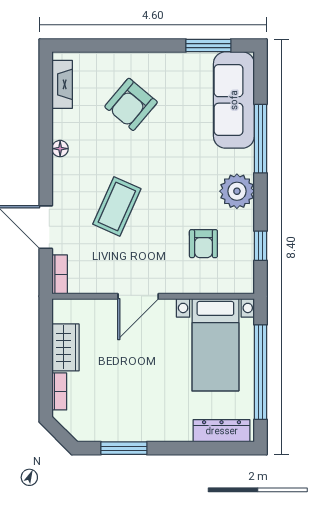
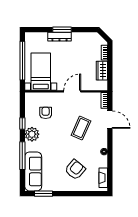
window: (261, 246) -> (22, 123), moved
dresser: (222, 431) -> (59, 37), moved
window: (124, 448) -> (62, 30), moved

